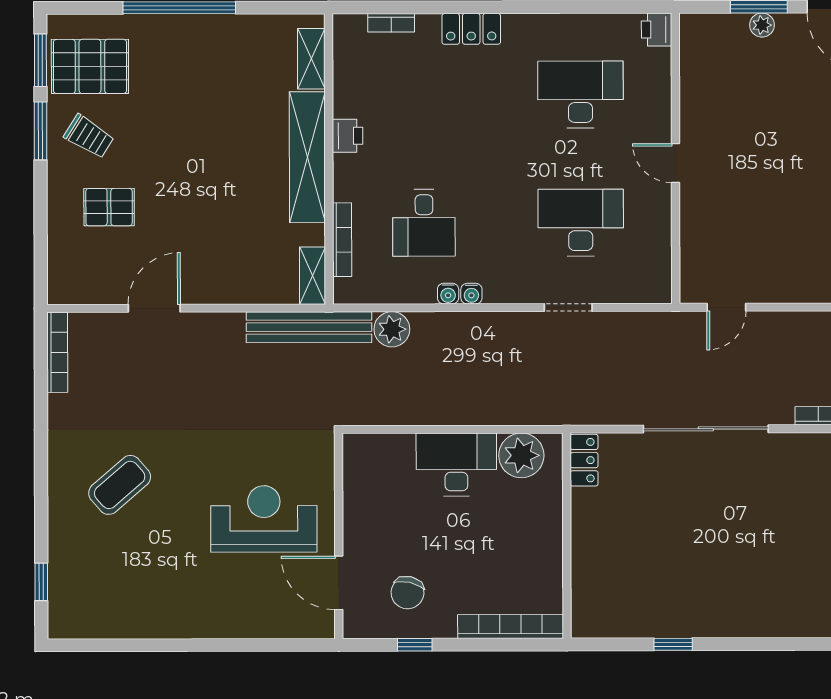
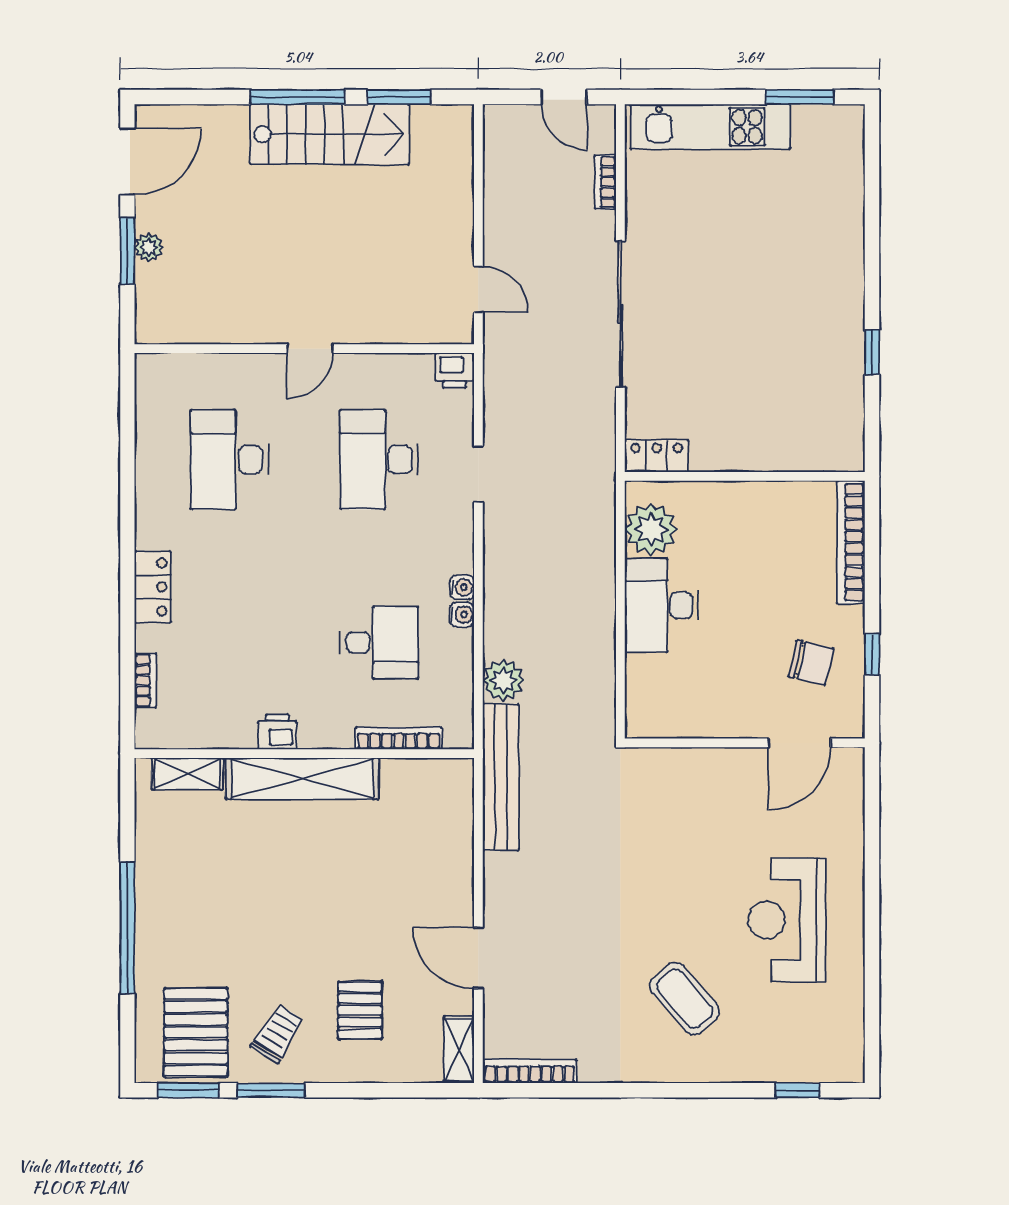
printer: (657, 30) -> (455, 370), moved
shelving: (312, 276) -> (459, 1050), moved, turned 90
reception desk: (264, 519) -> (787, 920), moved

